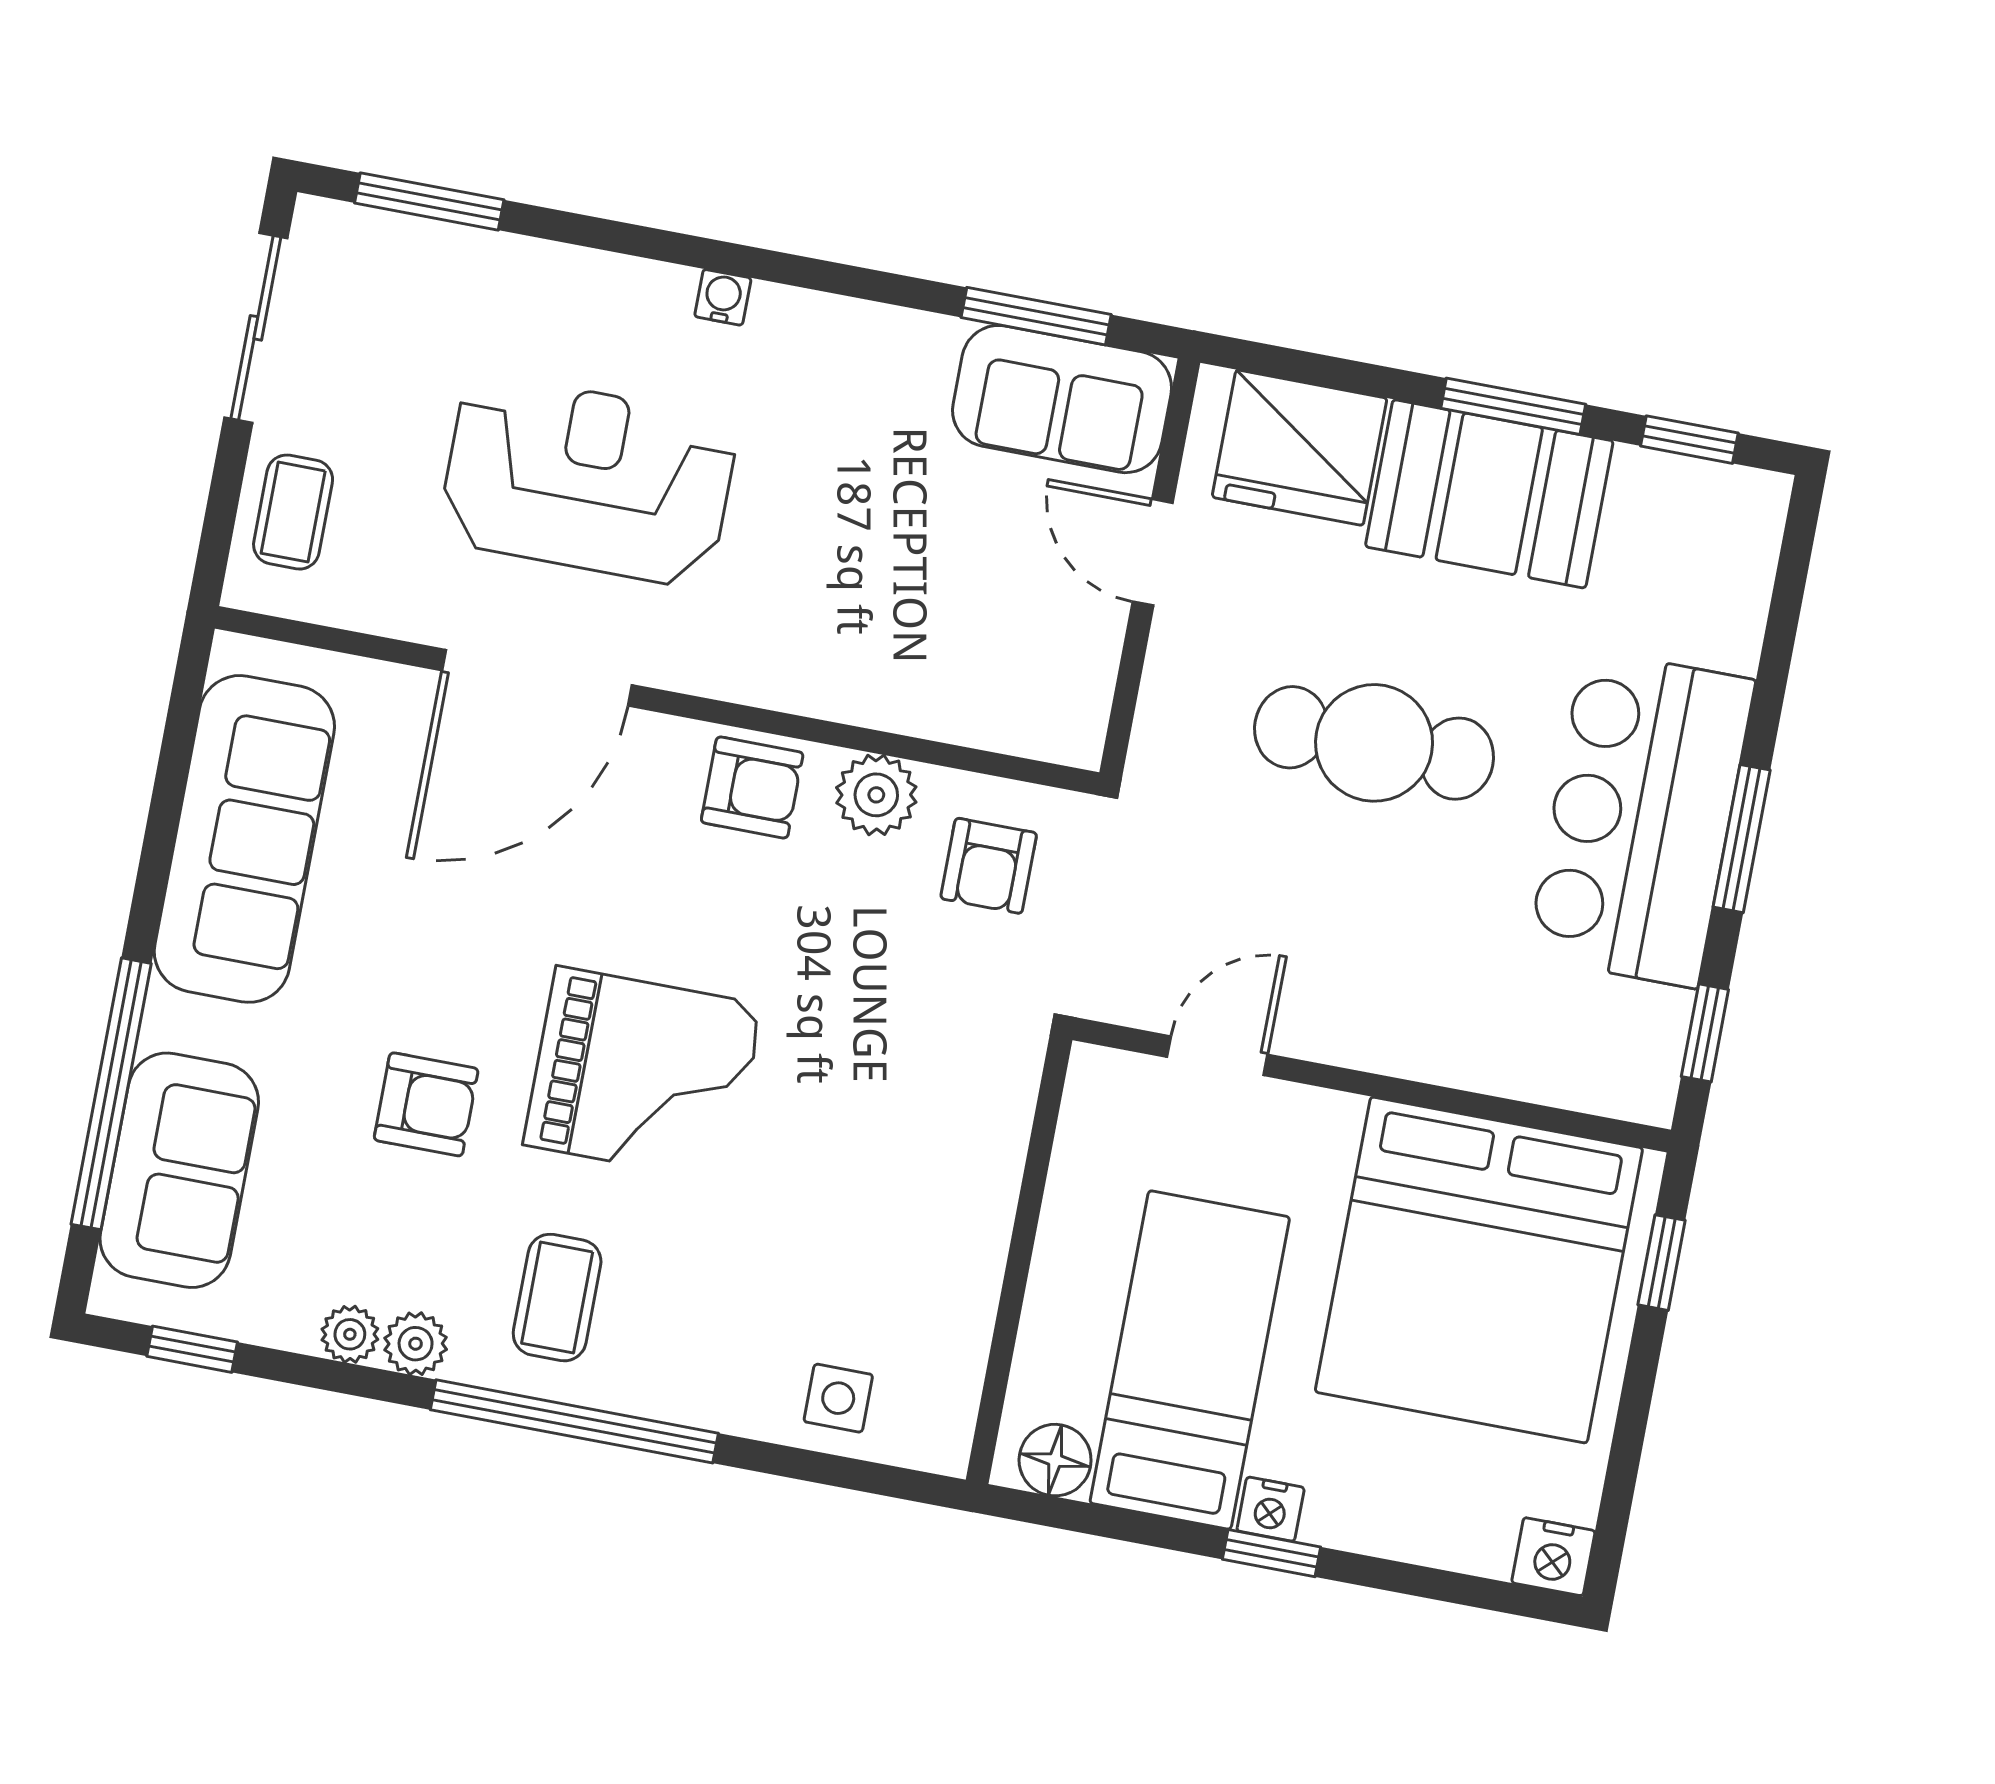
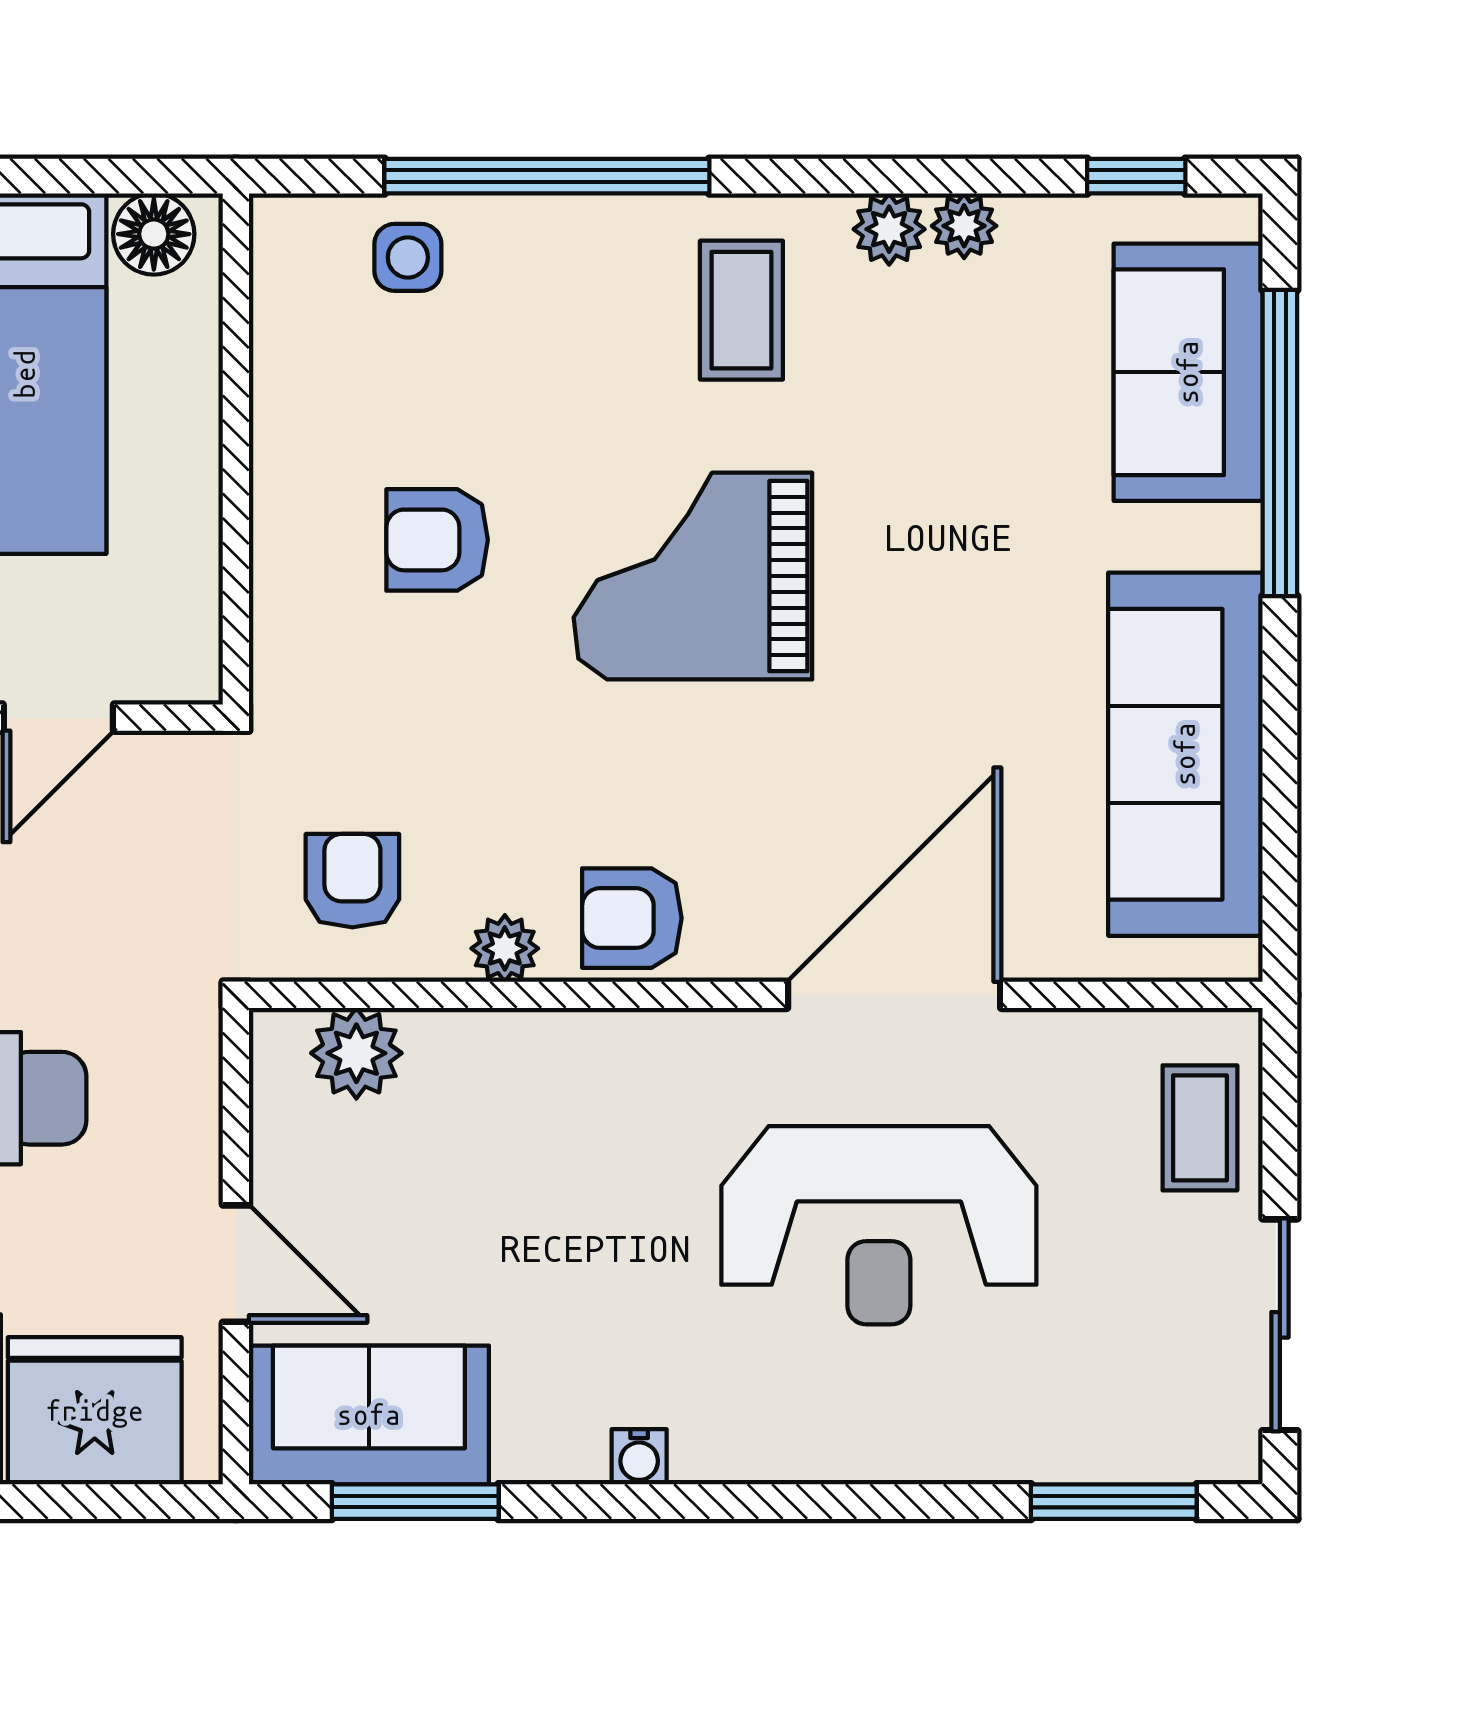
water cooler: (723, 297) -> (639, 1457), moved
plant: (1014, 715) -> (356, 1053), added
plant: (876, 795) -> (505, 948), width x0.73, depth x0.73
armchair: (426, 1104) -> (437, 540), moved
window: (574, 1421) -> (547, 176), moved

